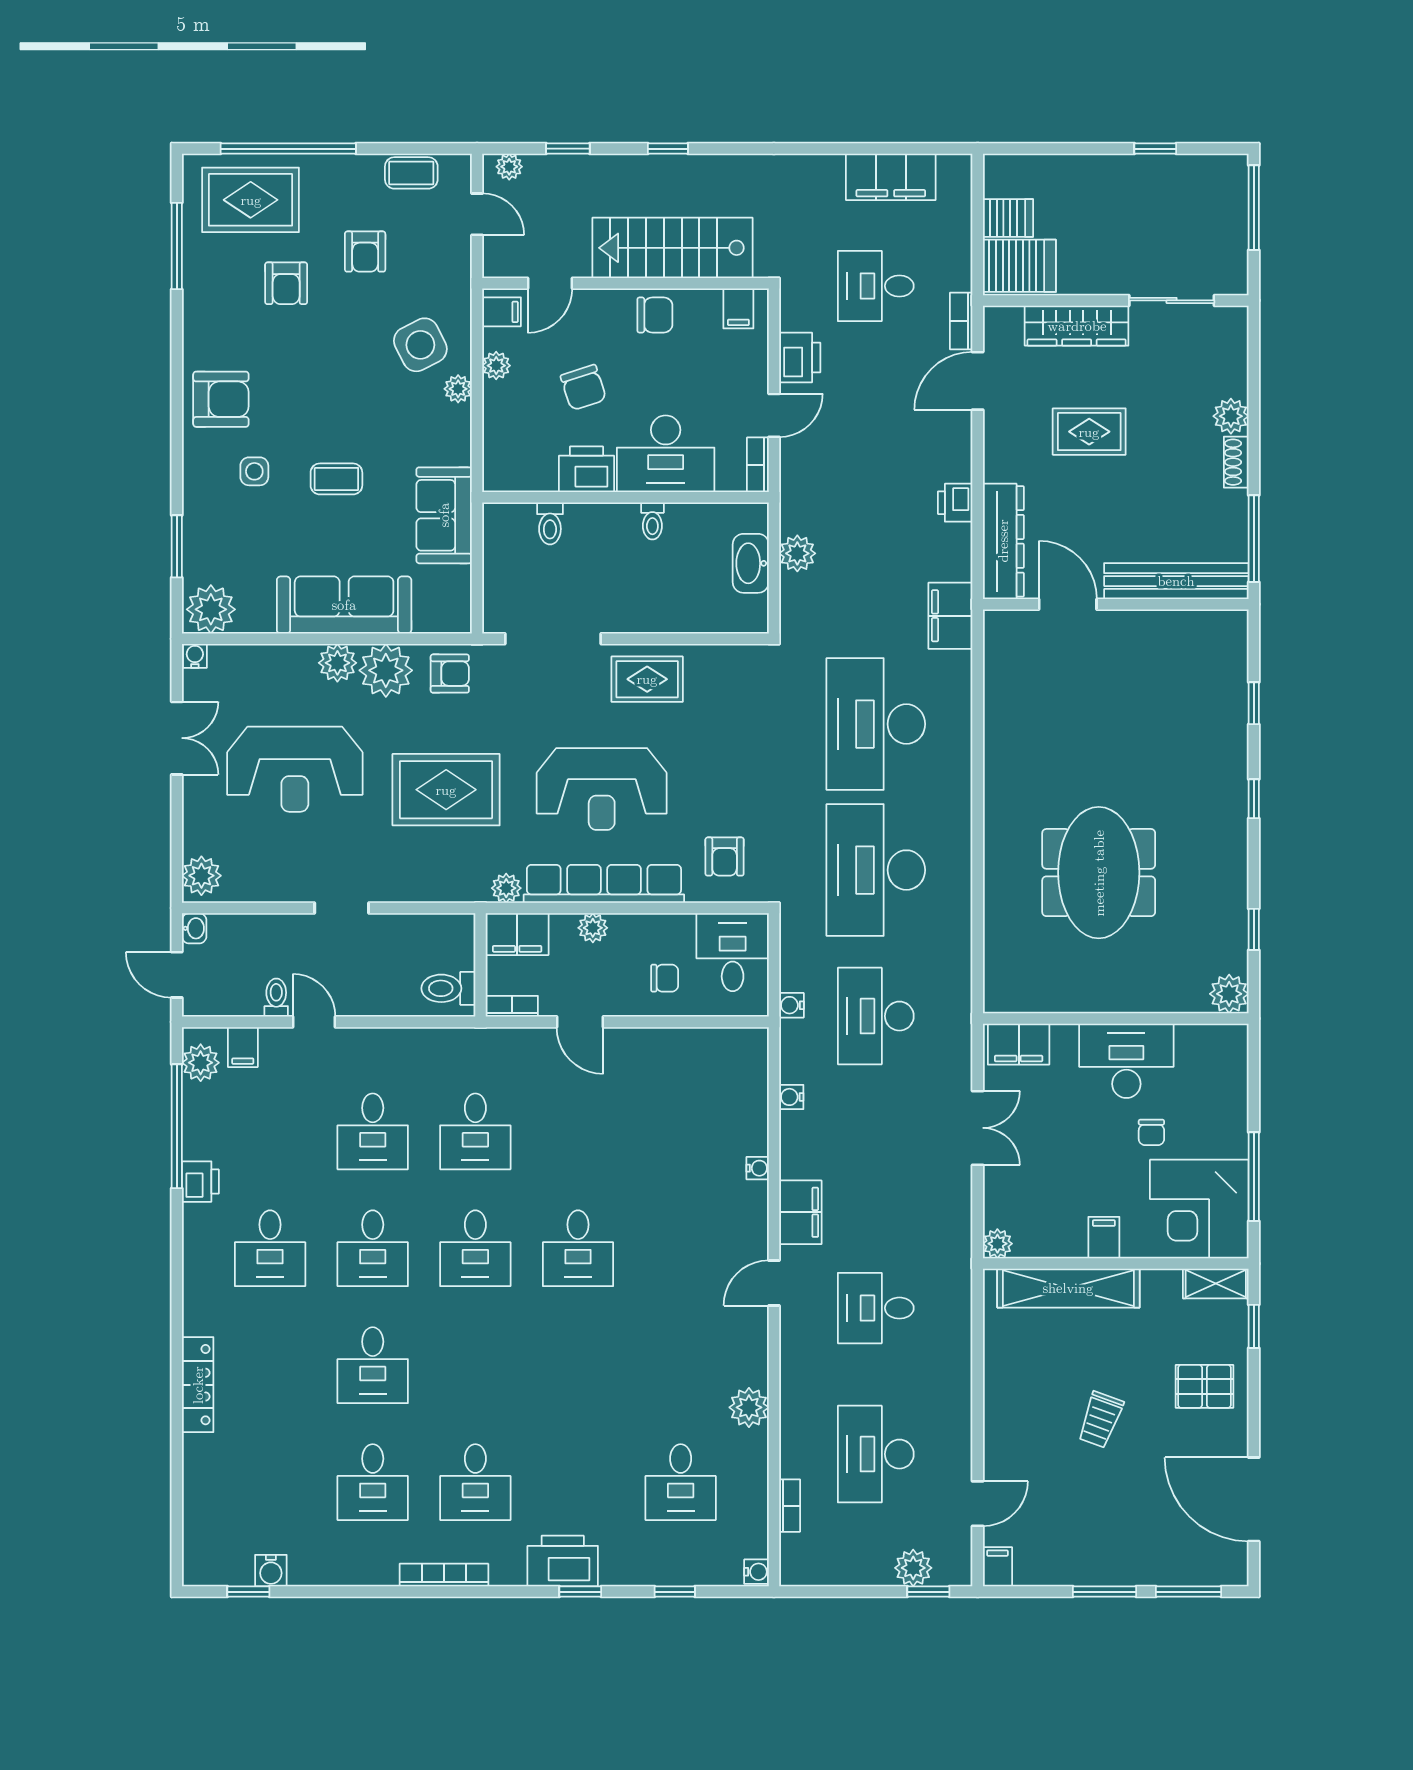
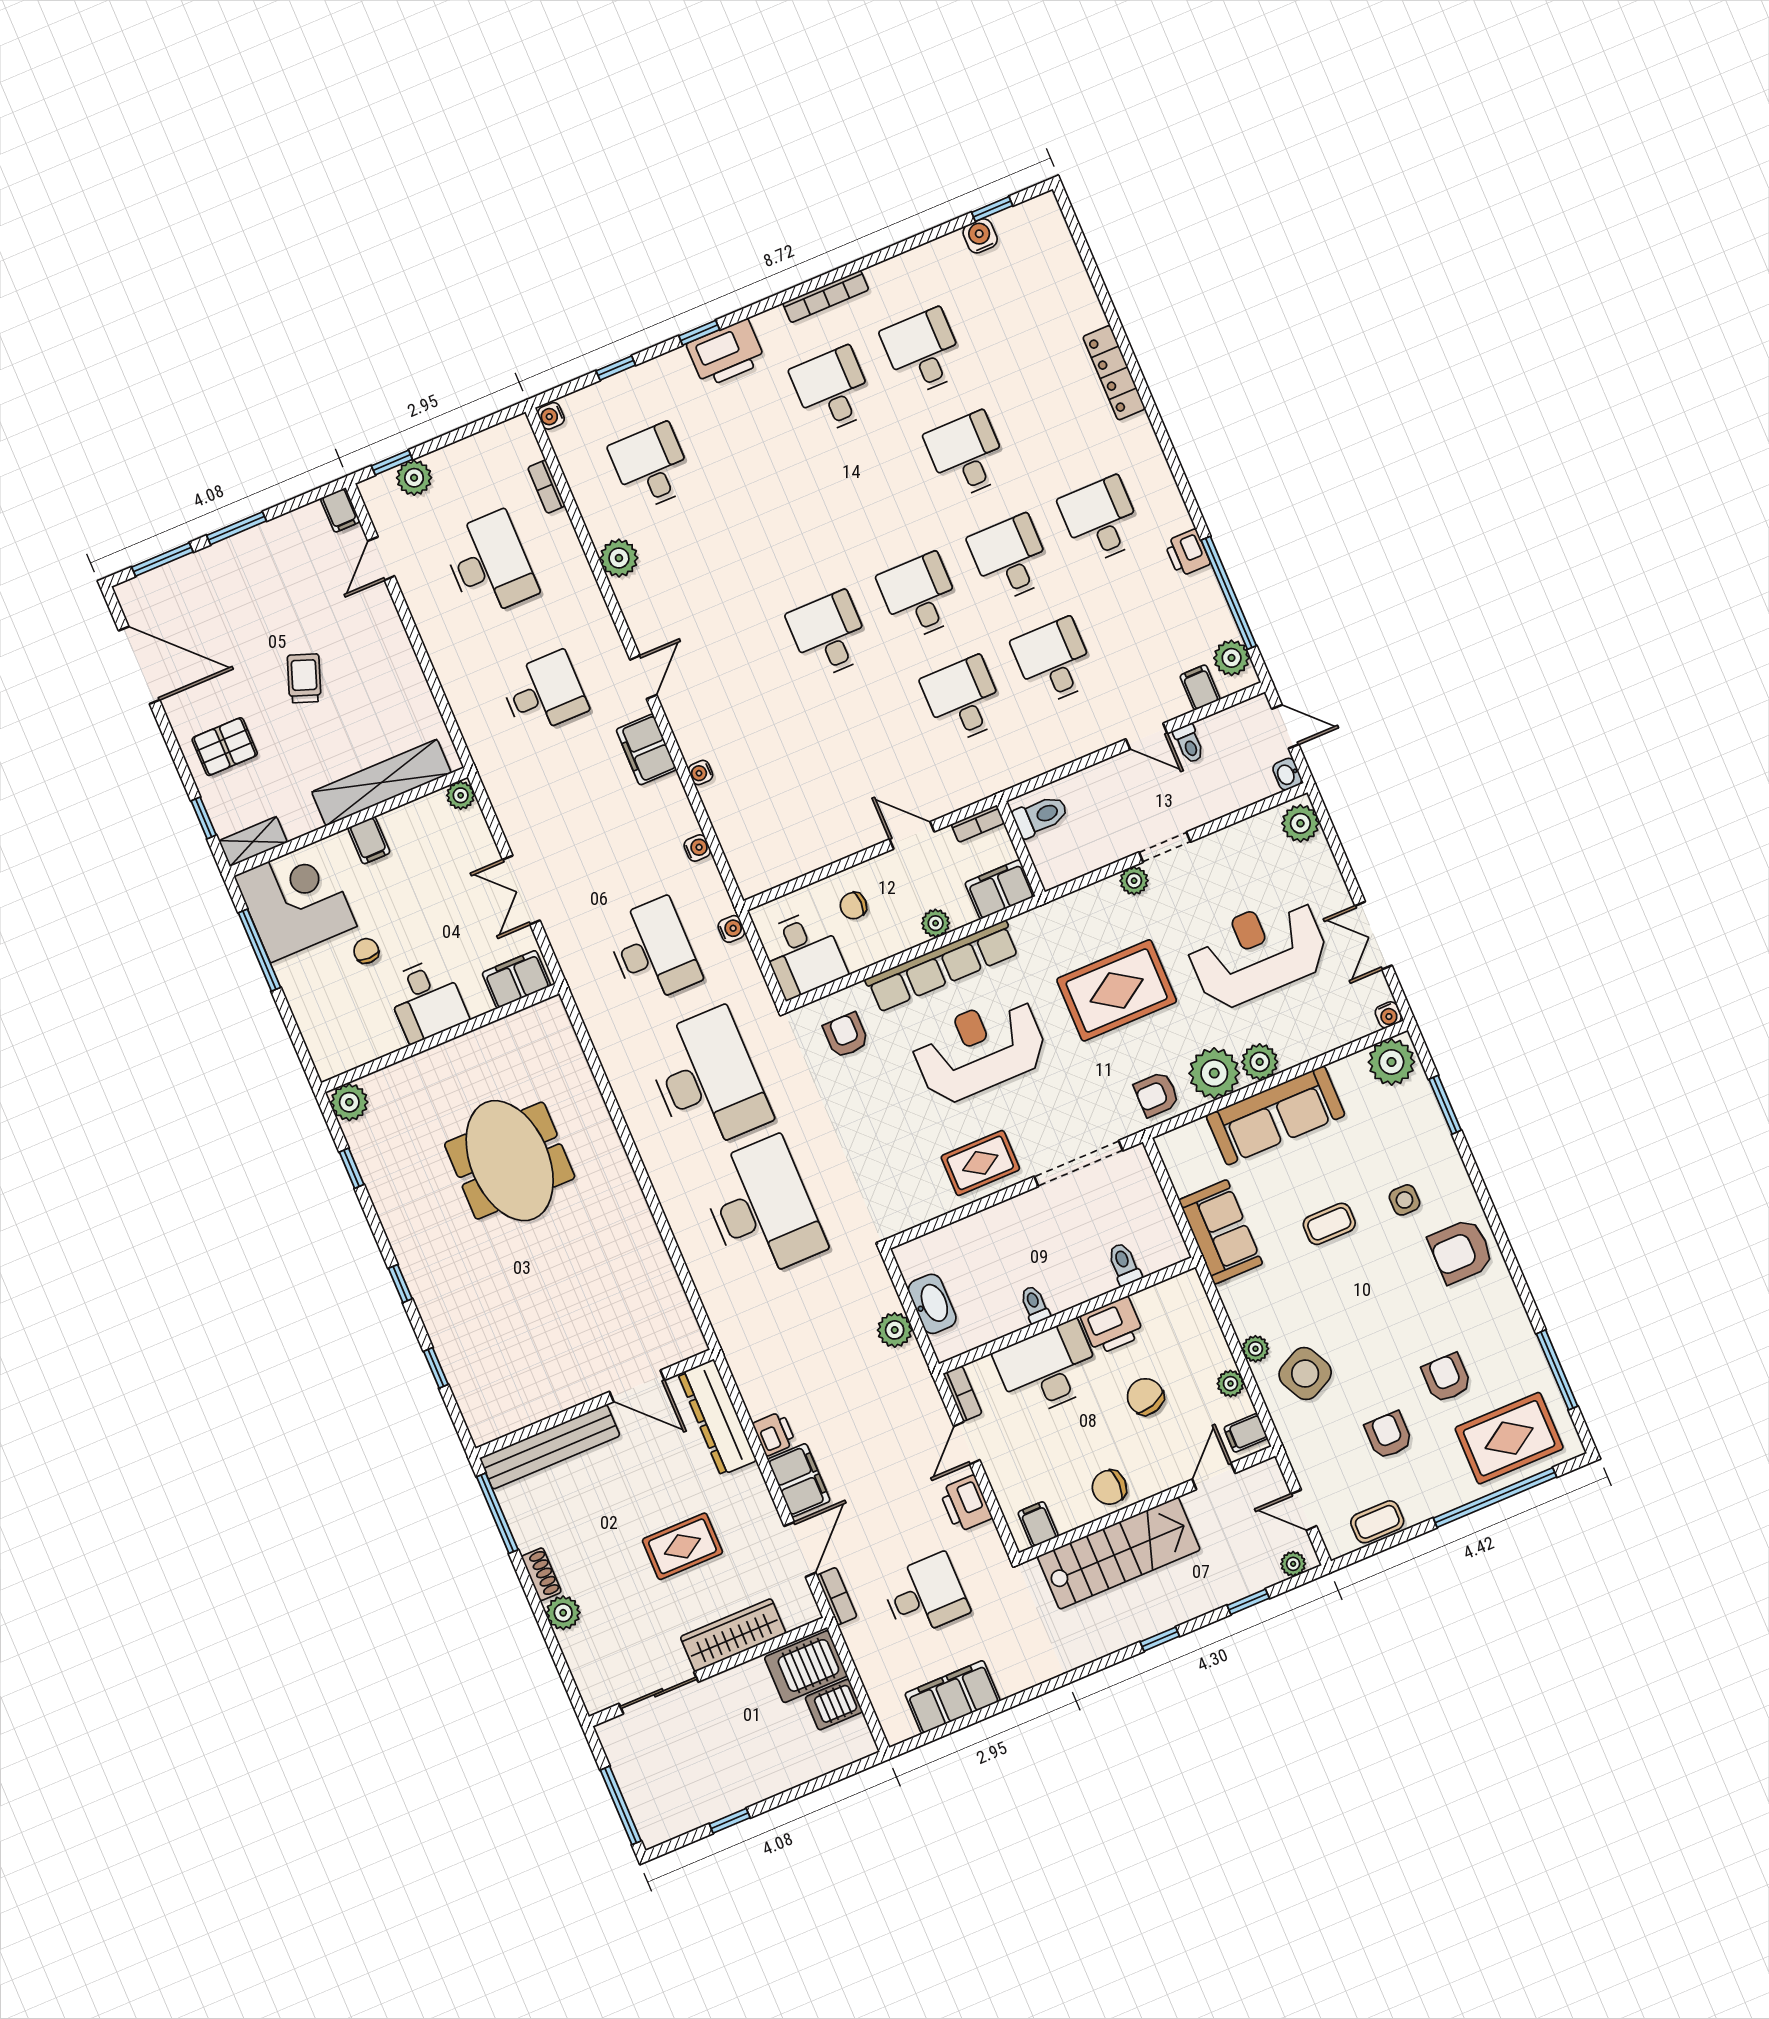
filing cabinet: (950, 616) -> (799, 1480), moved
plant: (506, 888) -> (1134, 881), moved
desk: (1126, 1061) -> (426, 1000), width x0.73

